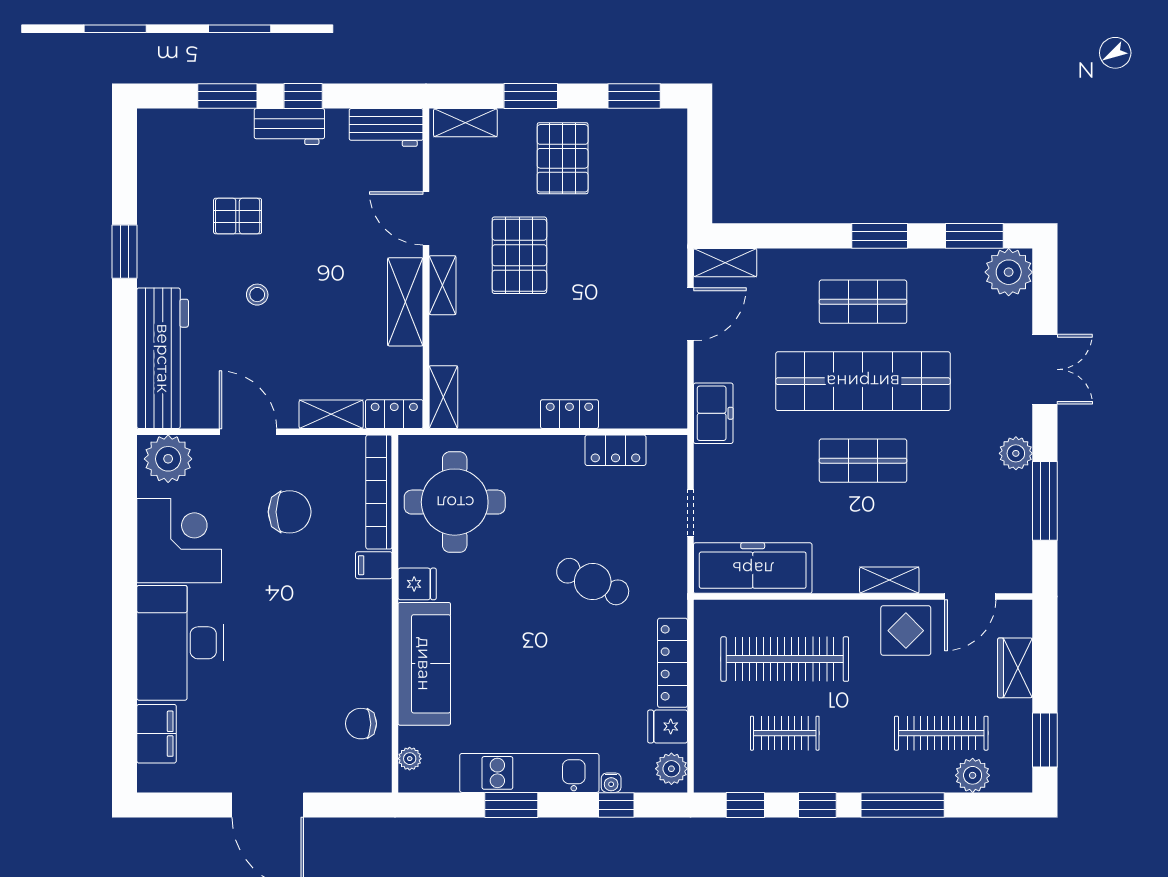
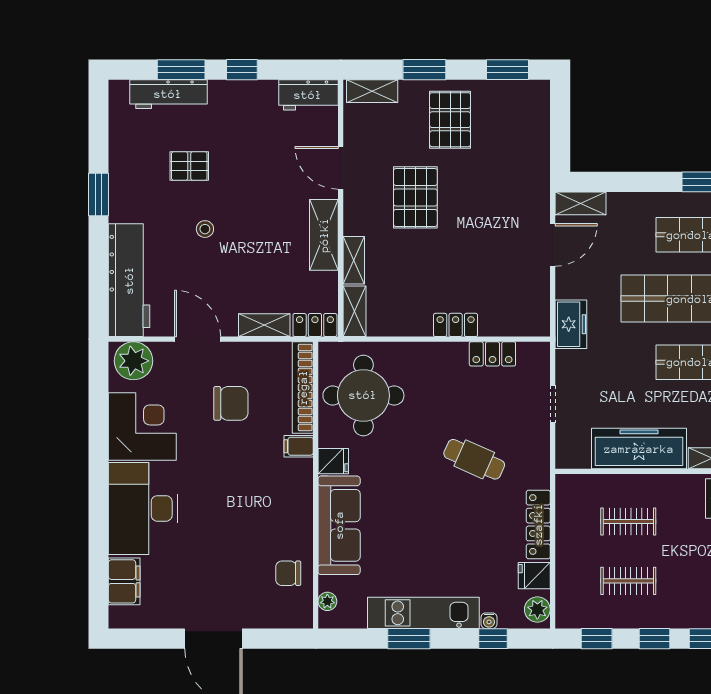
workbench: (289, 127) -> (168, 94), moved, width x1.38
shelving: (443, 285) -> (354, 260), moved
freezer: (753, 568) -> (639, 449), moved
clothes rail: (785, 659) -> (628, 522), width x0.54, depth x0.76

